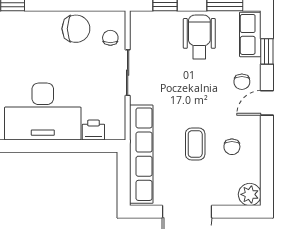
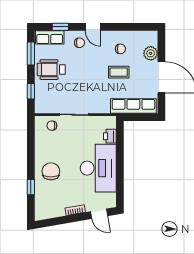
chair: (76, 29) -> (51, 171), moved
row of seats: (141, 154) -> (133, 106), width x0.73
plant: (250, 194) -> (151, 53), moved

